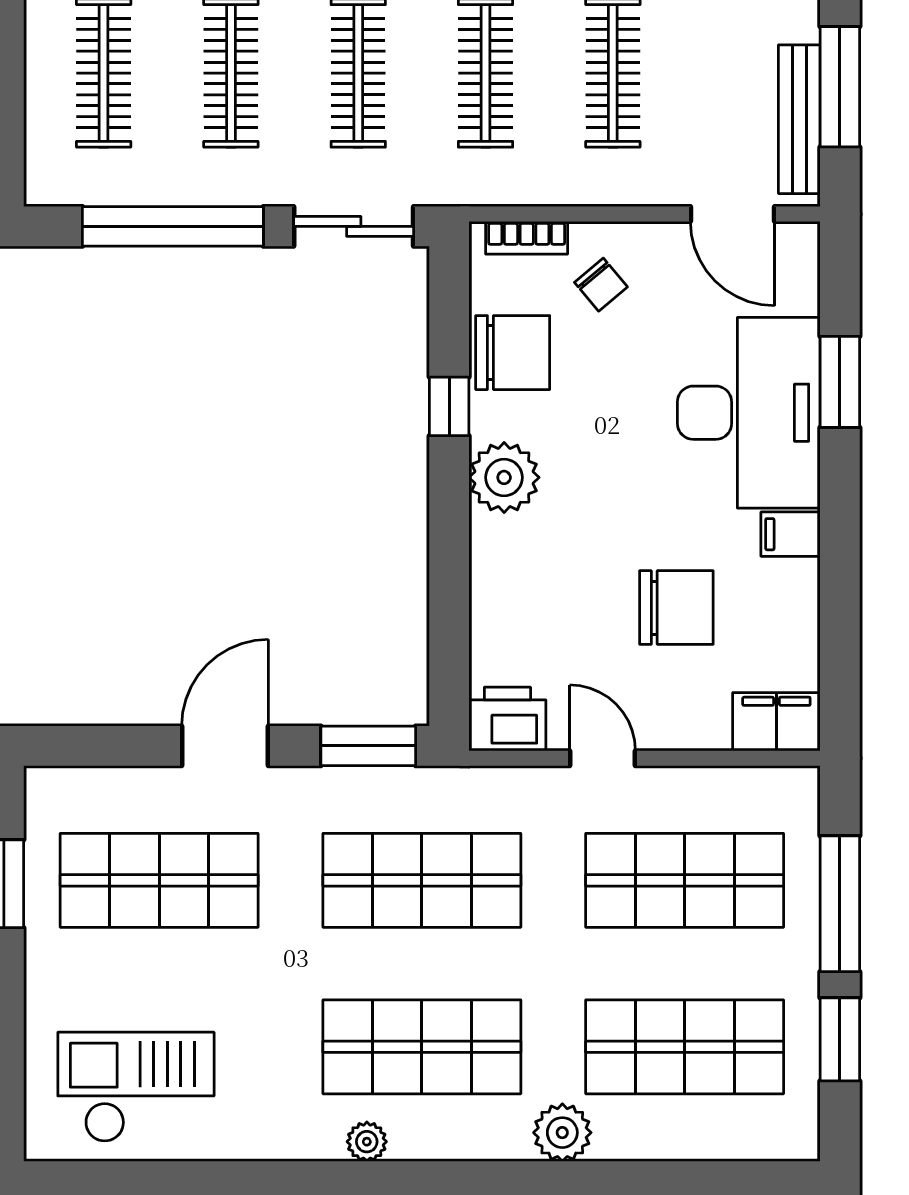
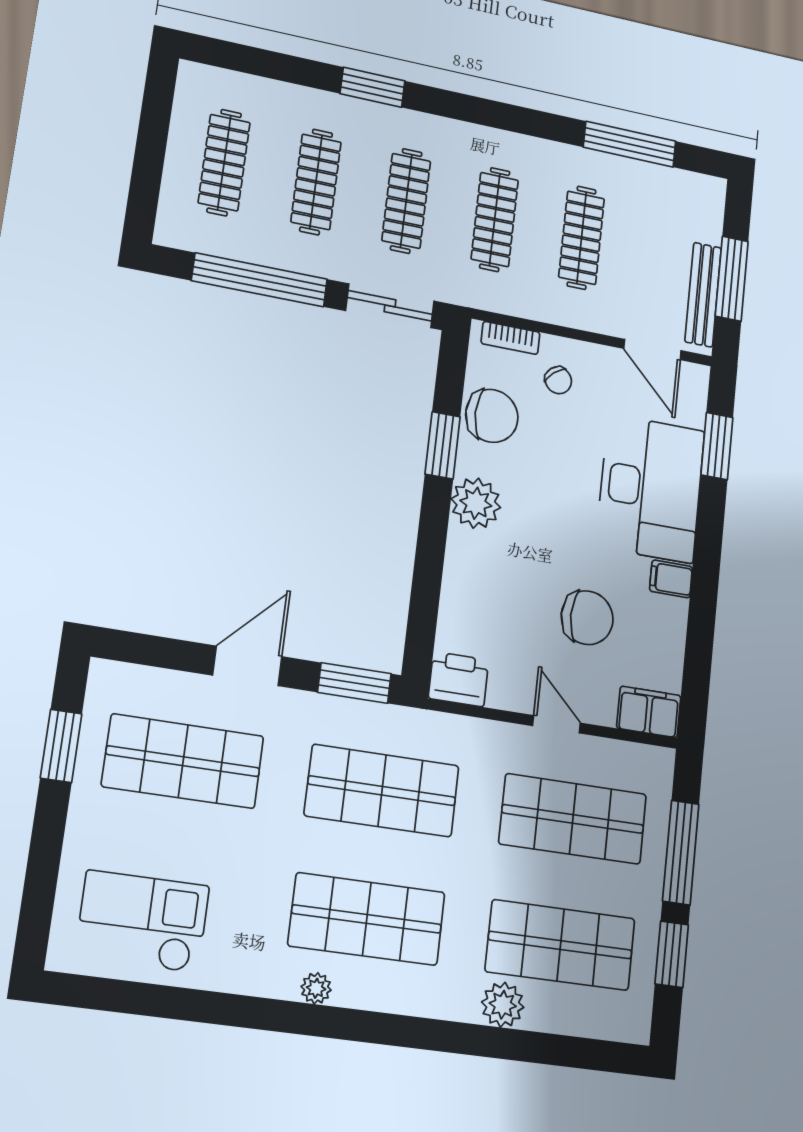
window: (840, 382) -> (717, 446), moved
window: (449, 406) -> (443, 445), width x1.50
door: (602, 758) -> (556, 724), moved
plant: (562, 1133) -> (503, 1005), moved

